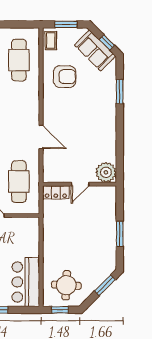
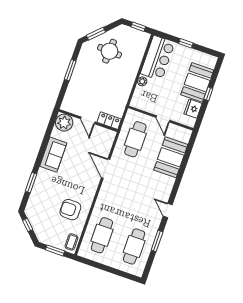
sofa: (95, 50) -> (53, 155), moved, turned 45
door: (80, 184) -> (88, 120), swing flipped
plant: (34, 250) -> (142, 81), added
round table: (66, 285) -> (109, 51), moved

